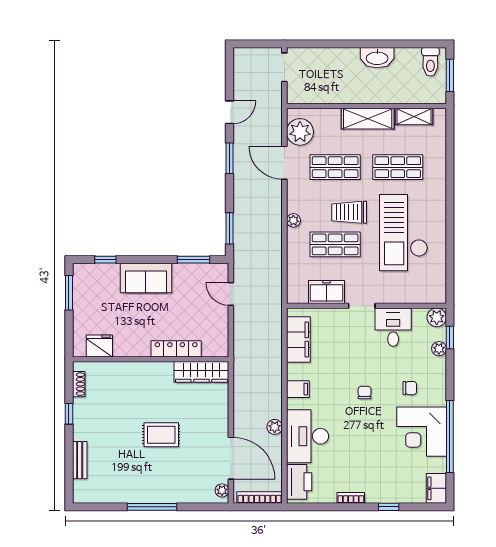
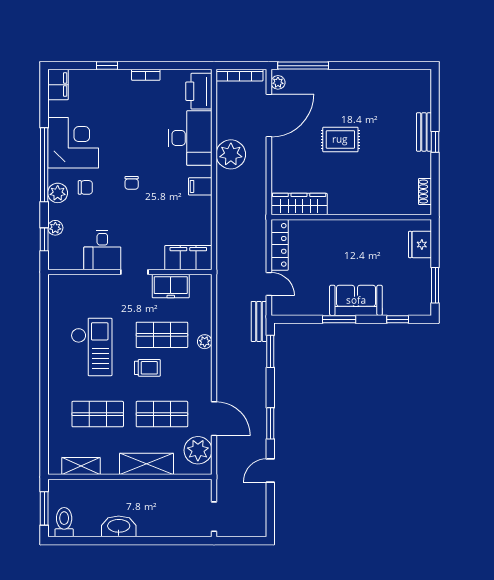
shelving: (368, 119) -> (147, 464), moved
trolley: (349, 212) -> (147, 368), width x0.73, depth x0.72
plant: (293, 220) -> (205, 342), moved
checkout: (404, 233) -> (92, 347), width x0.73, depth x0.83
bench: (241, 258) -> (259, 321), added
window: (194, 260) -> (339, 319), moved
plant: (437, 317) -> (58, 193), moved
filing cabinet: (298, 339) -> (188, 258), moved, turned 90
fridge: (99, 346) -> (420, 245), moved, turned 90
locker: (176, 349) -> (280, 245), moved, turned -90
chair: (410, 388) -> (85, 187), turned 180
window: (69, 414) -> (435, 142), moved
plant: (275, 427) -> (231, 154), width x1.88, depth x1.88
window: (450, 437) -> (44, 165), moved
door: (231, 458) -> (269, 116), swing flipped
bench: (80, 460) -> (424, 132), moved
window: (152, 507) -> (303, 66), moved

